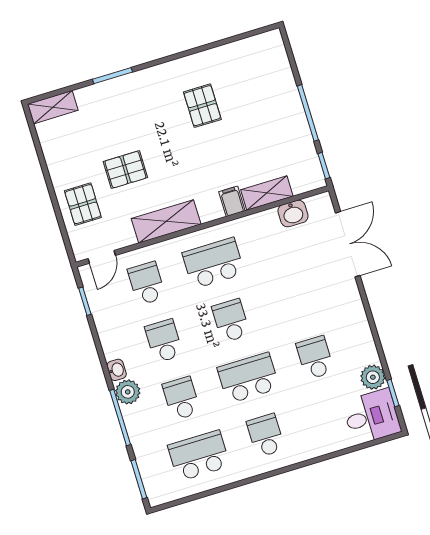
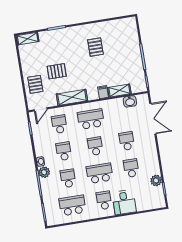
school desk: (298, 300) -> (127, 141), added
desk: (372, 417) -> (124, 202), moved, turned 90

